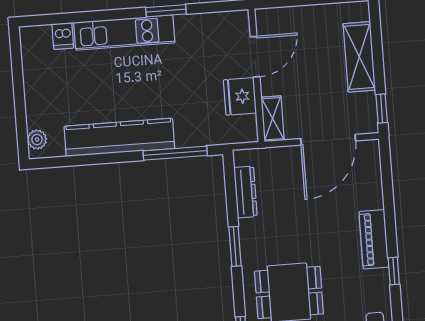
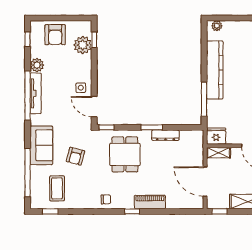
fridge: (240, 96) -> (216, 136), moved
dresser: (245, 192) -> (165, 135), moved

